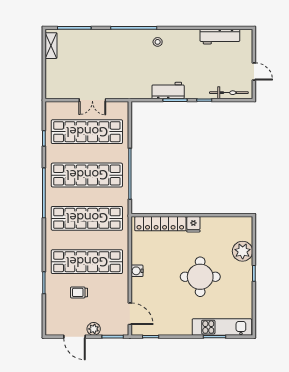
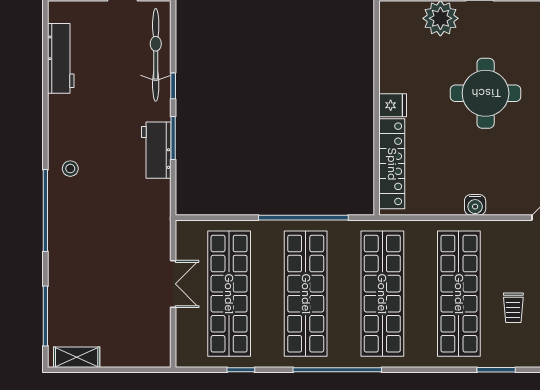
bicycle: (229, 93) -> (156, 55), width x1.37, depth x1.40

